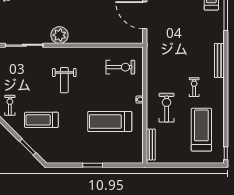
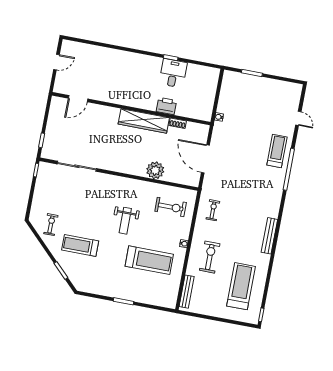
plant: (59, 35) -> (155, 170), moved
bench: (219, 60) -> (269, 236), moved
weight bench: (64, 80) -> (125, 221), moved
exercise bike: (194, 87) -> (213, 210), moved
treadmill: (110, 121) -> (149, 260), turned 180

